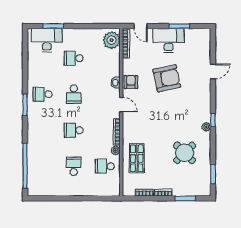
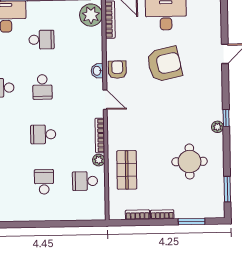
school desk: (74, 58) -> (42, 40), turned 180
round table: (185, 153) -> (190, 162), turned 45

